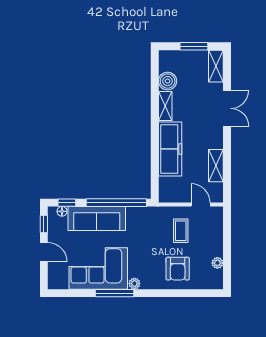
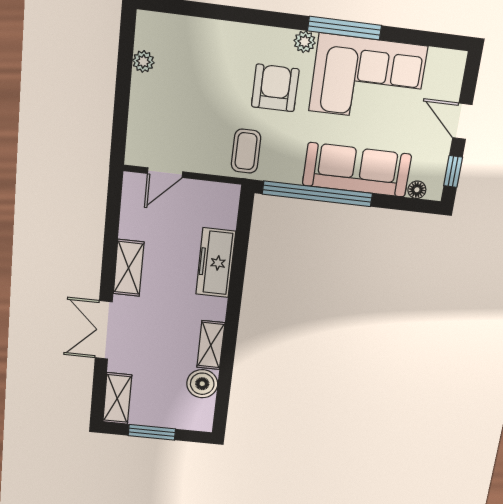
freezer: (170, 149) -> (216, 263), width x0.73, depth x0.79
shelving: (216, 166) -> (129, 268), moved
window: (67, 203) -> (406, 204), removed
door: (201, 205) -> (165, 173), hinge flipped
coffee table: (181, 231) -> (246, 151), moved
armchair: (178, 269) -> (275, 88), moved

